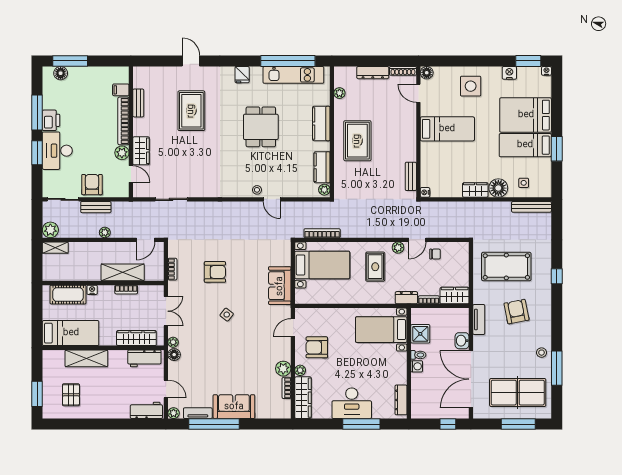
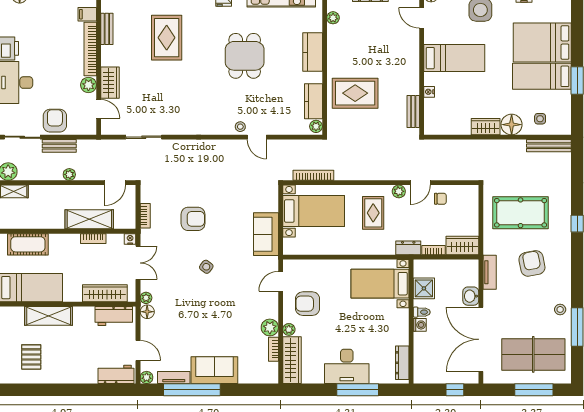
rug: (357, 141) -> (355, 93), moved, turned 90
nightstand: (425, 192) -> (429, 92), moved
nightstand: (92, 290) -> (130, 239), moved

